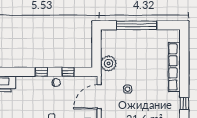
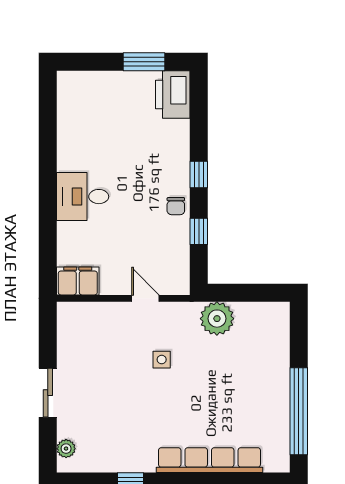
window: (137, 25) -> (299, 411), moved
door: (99, 97) -> (145, 298), width x0.53

